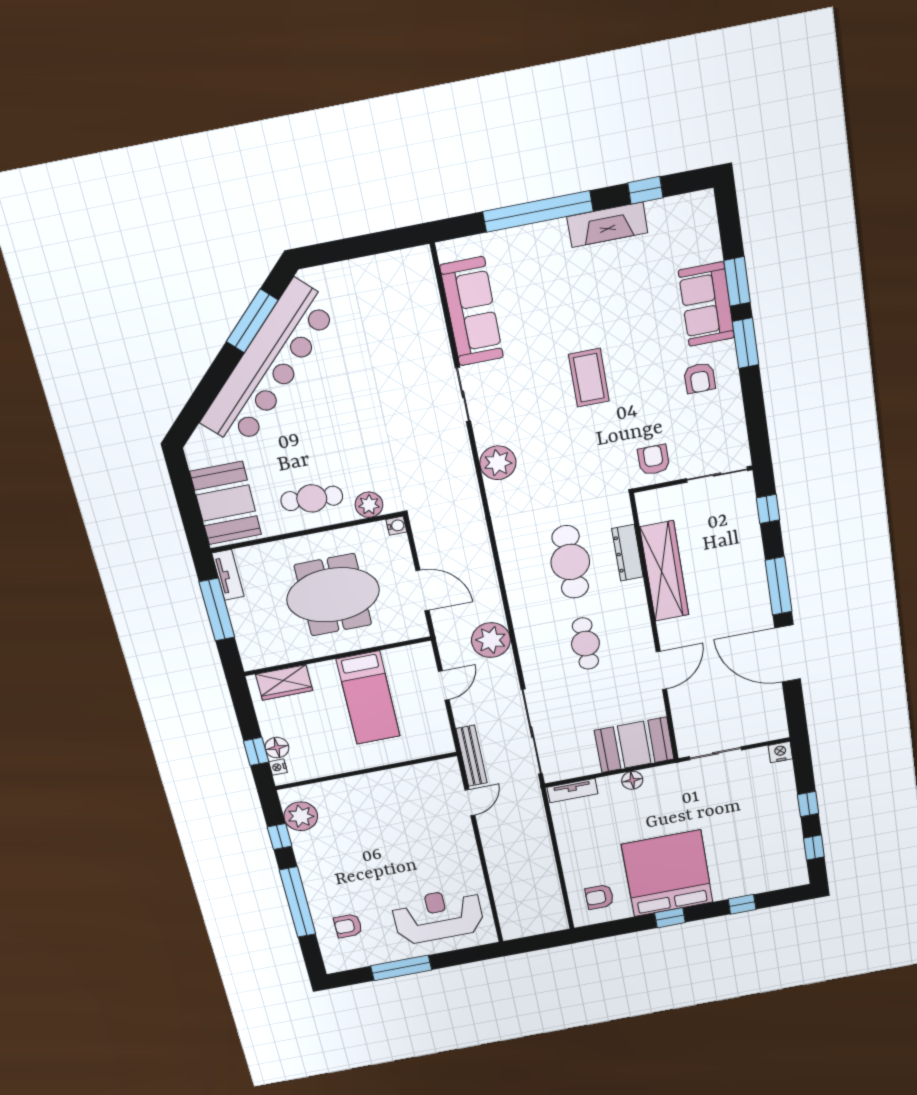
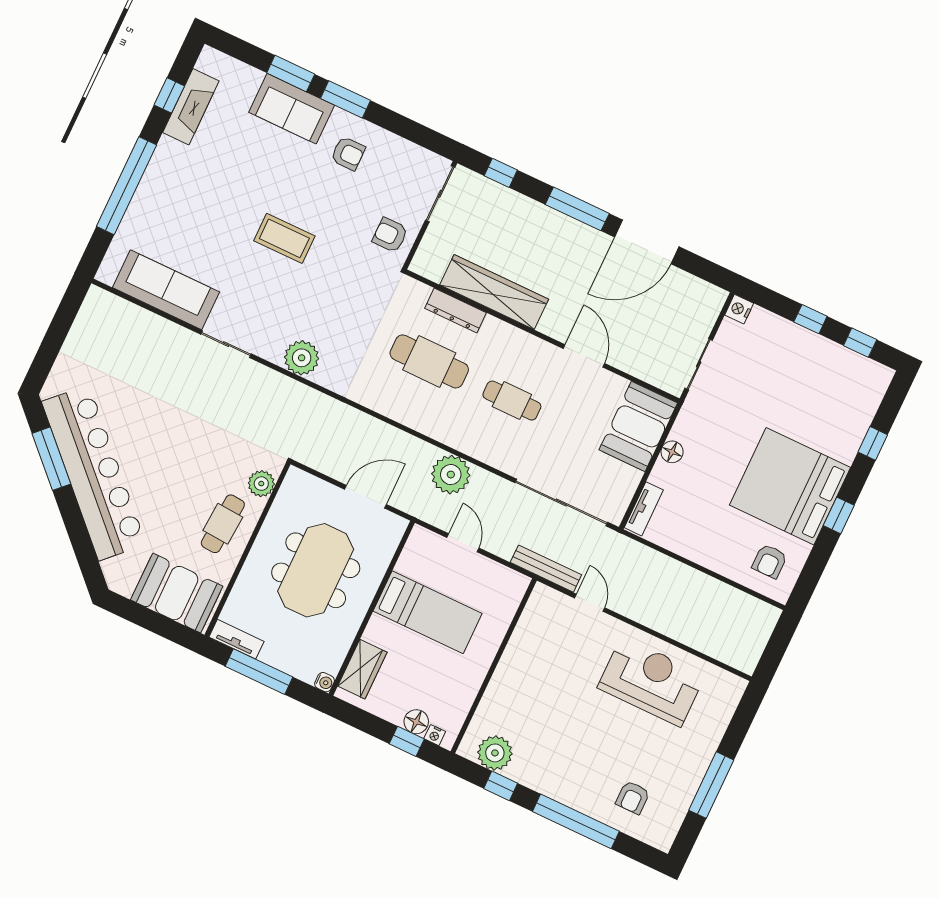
fireplace: (607, 225) -> (191, 107), moved
water cooler: (396, 526) -> (325, 682), moved, turned 90
reception desk: (438, 916) -> (651, 681), moved, turned 90

